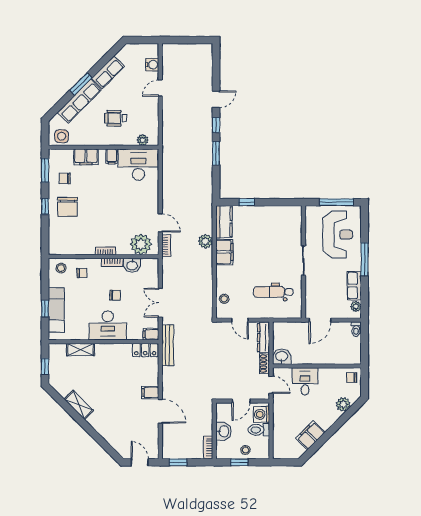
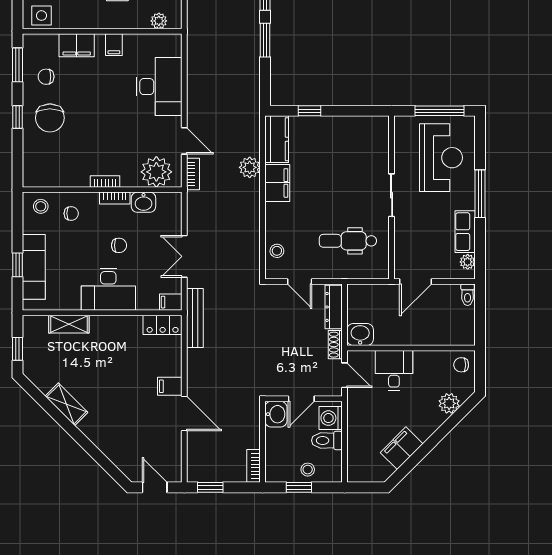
desk: (138, 165) -> (159, 87), moved, turned 90
washbasin: (223, 431) -> (276, 414), moved

